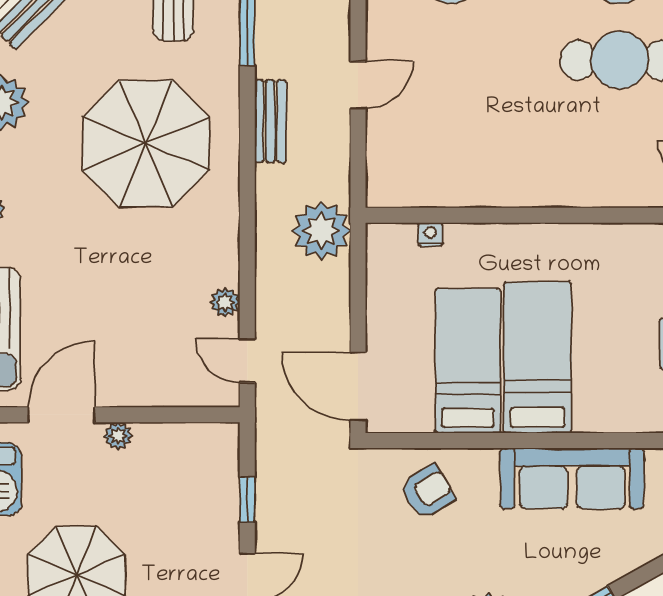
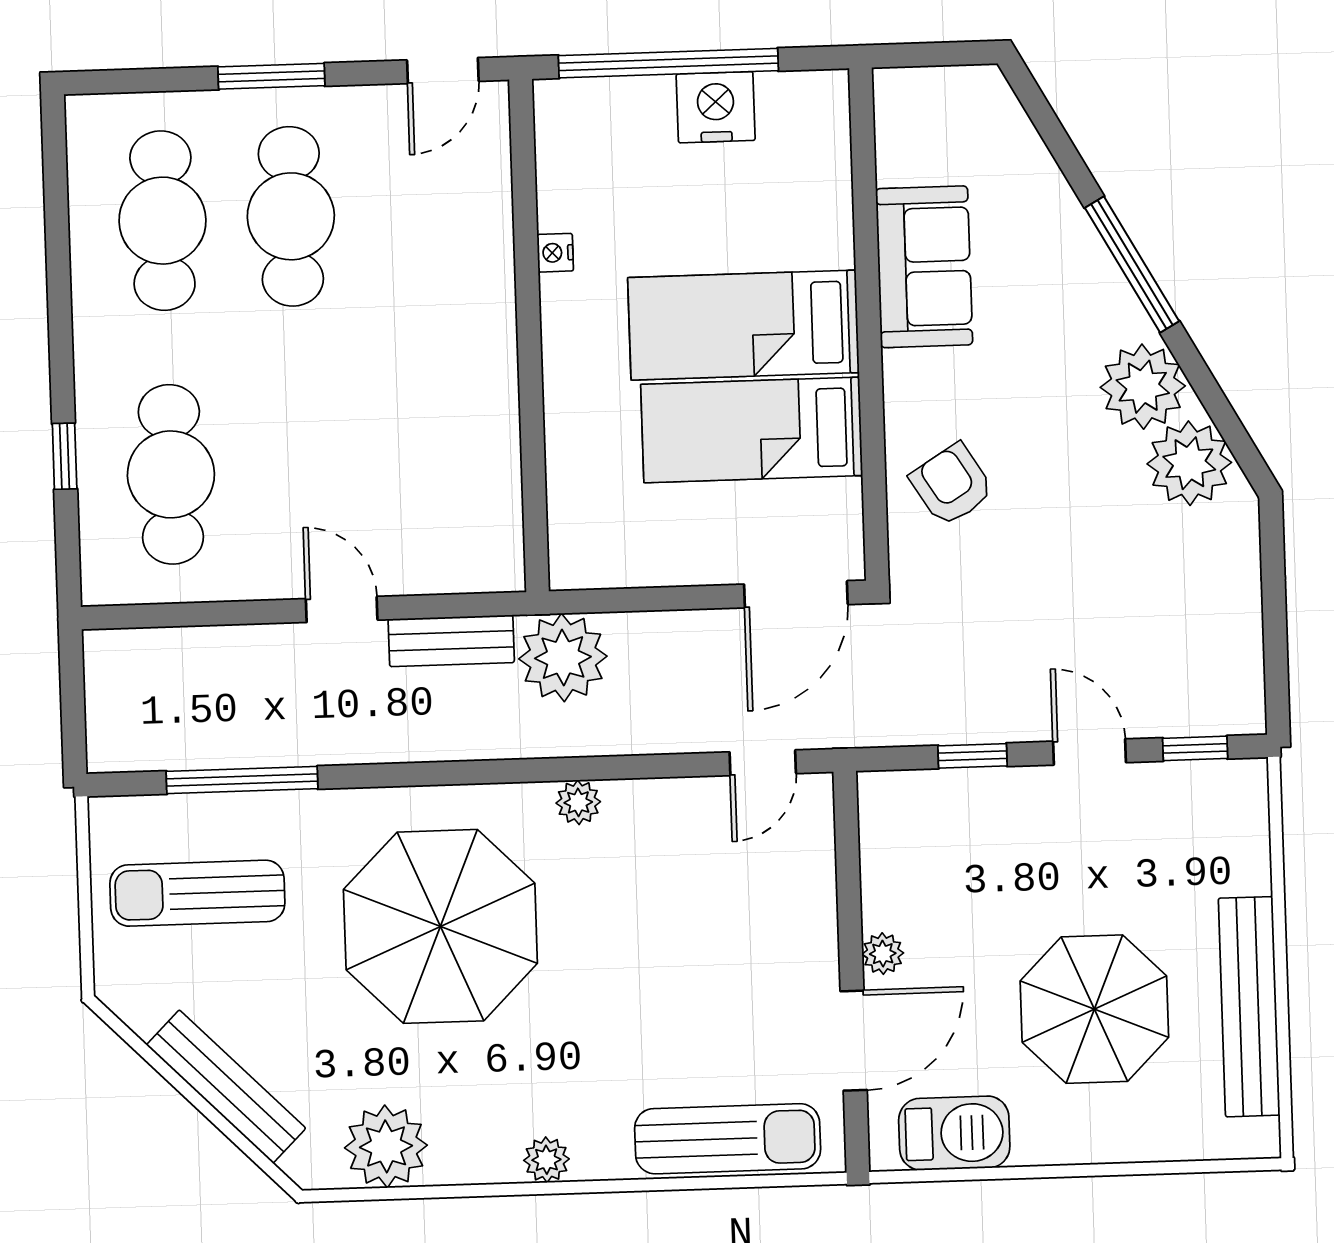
bench: (270, 121) -> (451, 641), moved
nightstand: (430, 234) -> (555, 253), moved
plant: (225, 302) -> (578, 802), moved
door: (61, 415) -> (854, 1041), swing flipped
sofa: (572, 478) -> (924, 267), width x0.73

